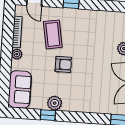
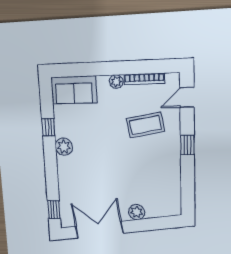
armchair: (63, 64) -> (110, 141), removed
plant: (55, 103) -> (64, 147), moved

